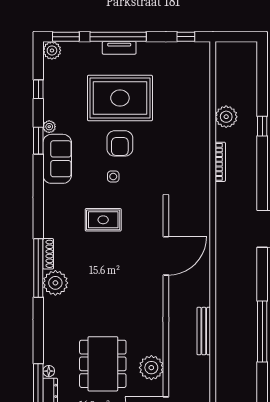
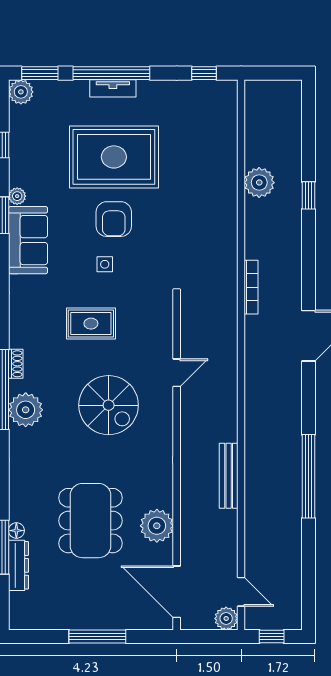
bookcase: (220, 162) -> (251, 287), moved
shoe rack: (48, 254) -> (16, 364), width x0.70
door: (166, 256) -> (177, 373), width x0.53
spiral stairs: (116, 279) -> (109, 405), added

